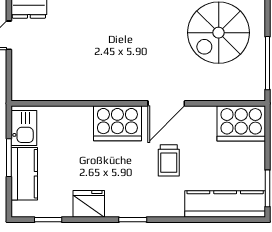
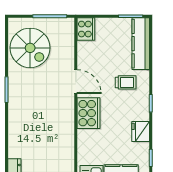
cooker: (241, 123) -> (86, 29), width x0.73, depth x0.76
trolley: (169, 160) -> (126, 82), moved

